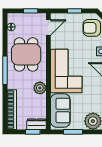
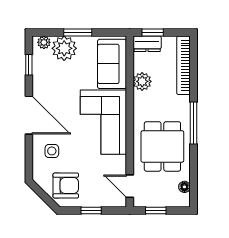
door: (48, 27) -> (130, 186), hinge flipped
plant: (40, 88) -> (142, 81), moved
window: (73, 132) -> (78, 33), moved

